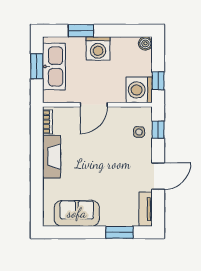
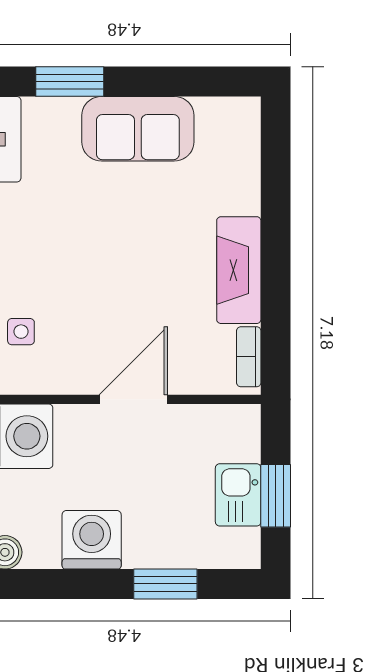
washing machine: (98, 48) -> (92, 540), moved
kitchen sink: (54, 66) -> (238, 495), width x0.53, depth x0.81
sofa: (77, 213) -> (138, 129), moved

